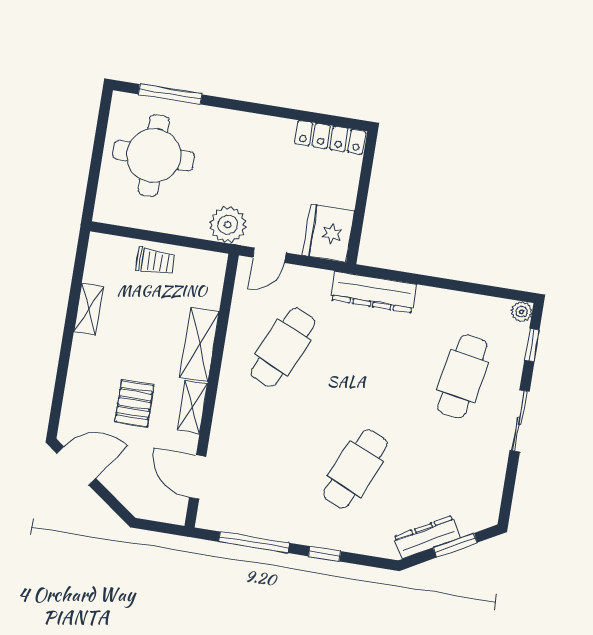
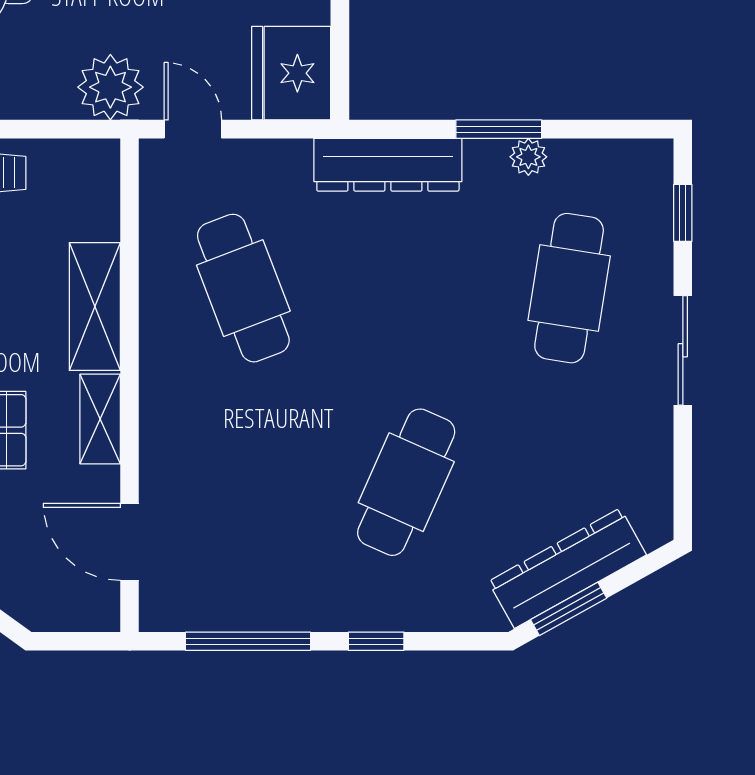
door: (269, 255) -> (193, 129), swing flipped
window: (438, 282) -> (499, 129), added
plant: (522, 312) -> (528, 157), moved
cafe table: (283, 347) -> (243, 288), turned -45
dresser: (427, 537) -> (567, 568), width x1.37, depth x1.24
window: (455, 545) -> (569, 609), moved

